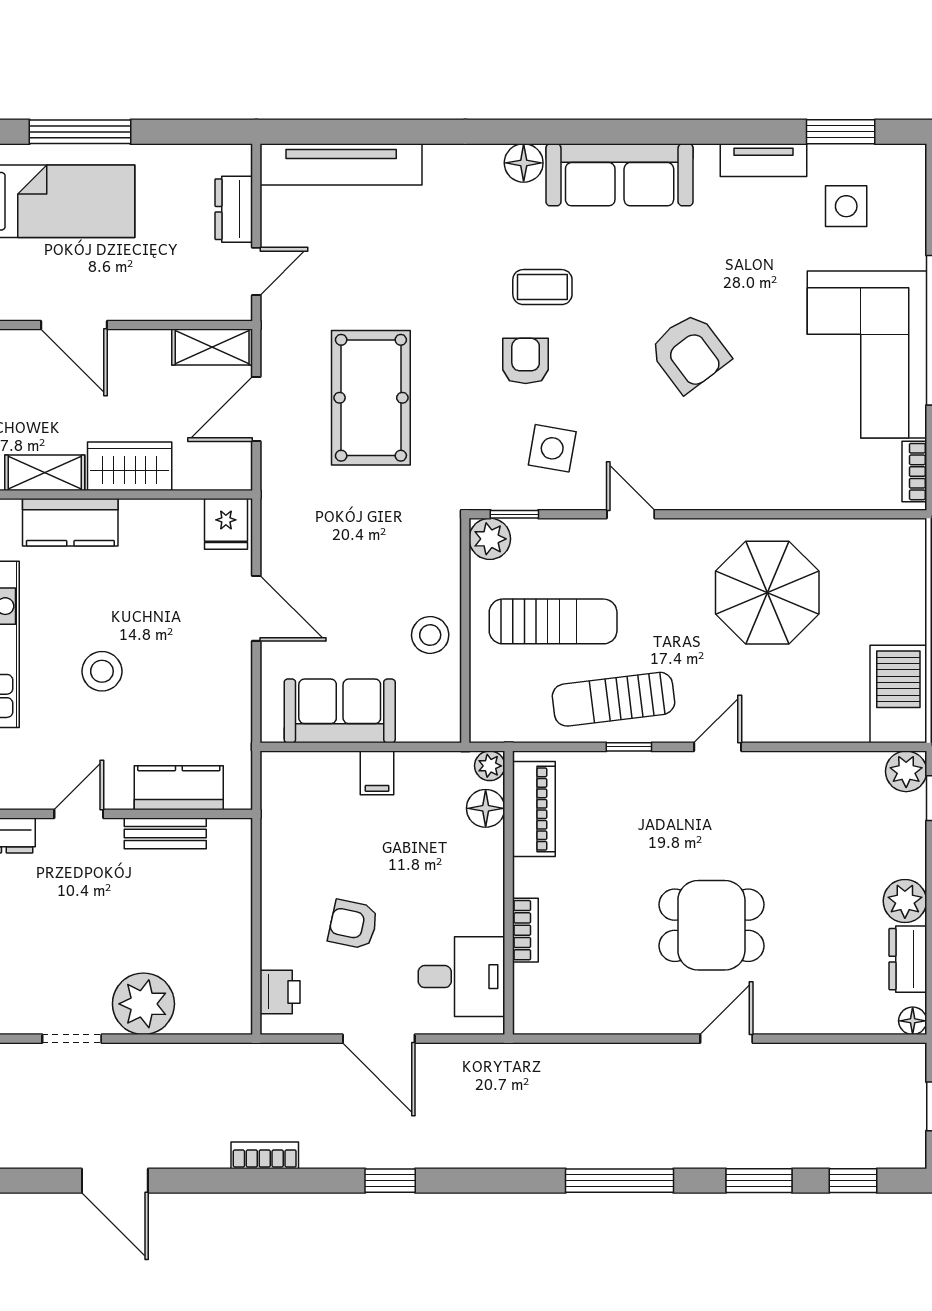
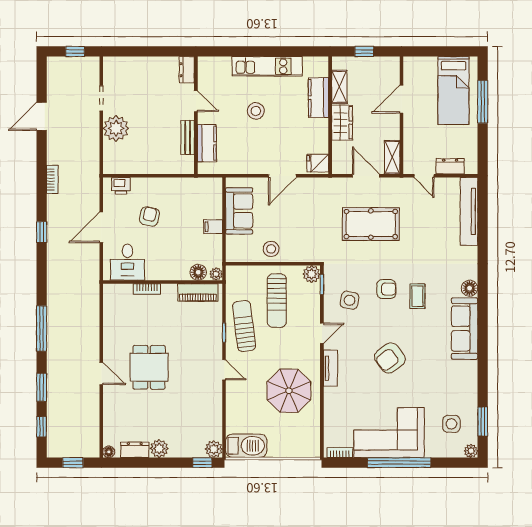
tv unit: (763, 160) -> (330, 368), moved, turned 180
plant: (910, 160) -> (471, 451), added

